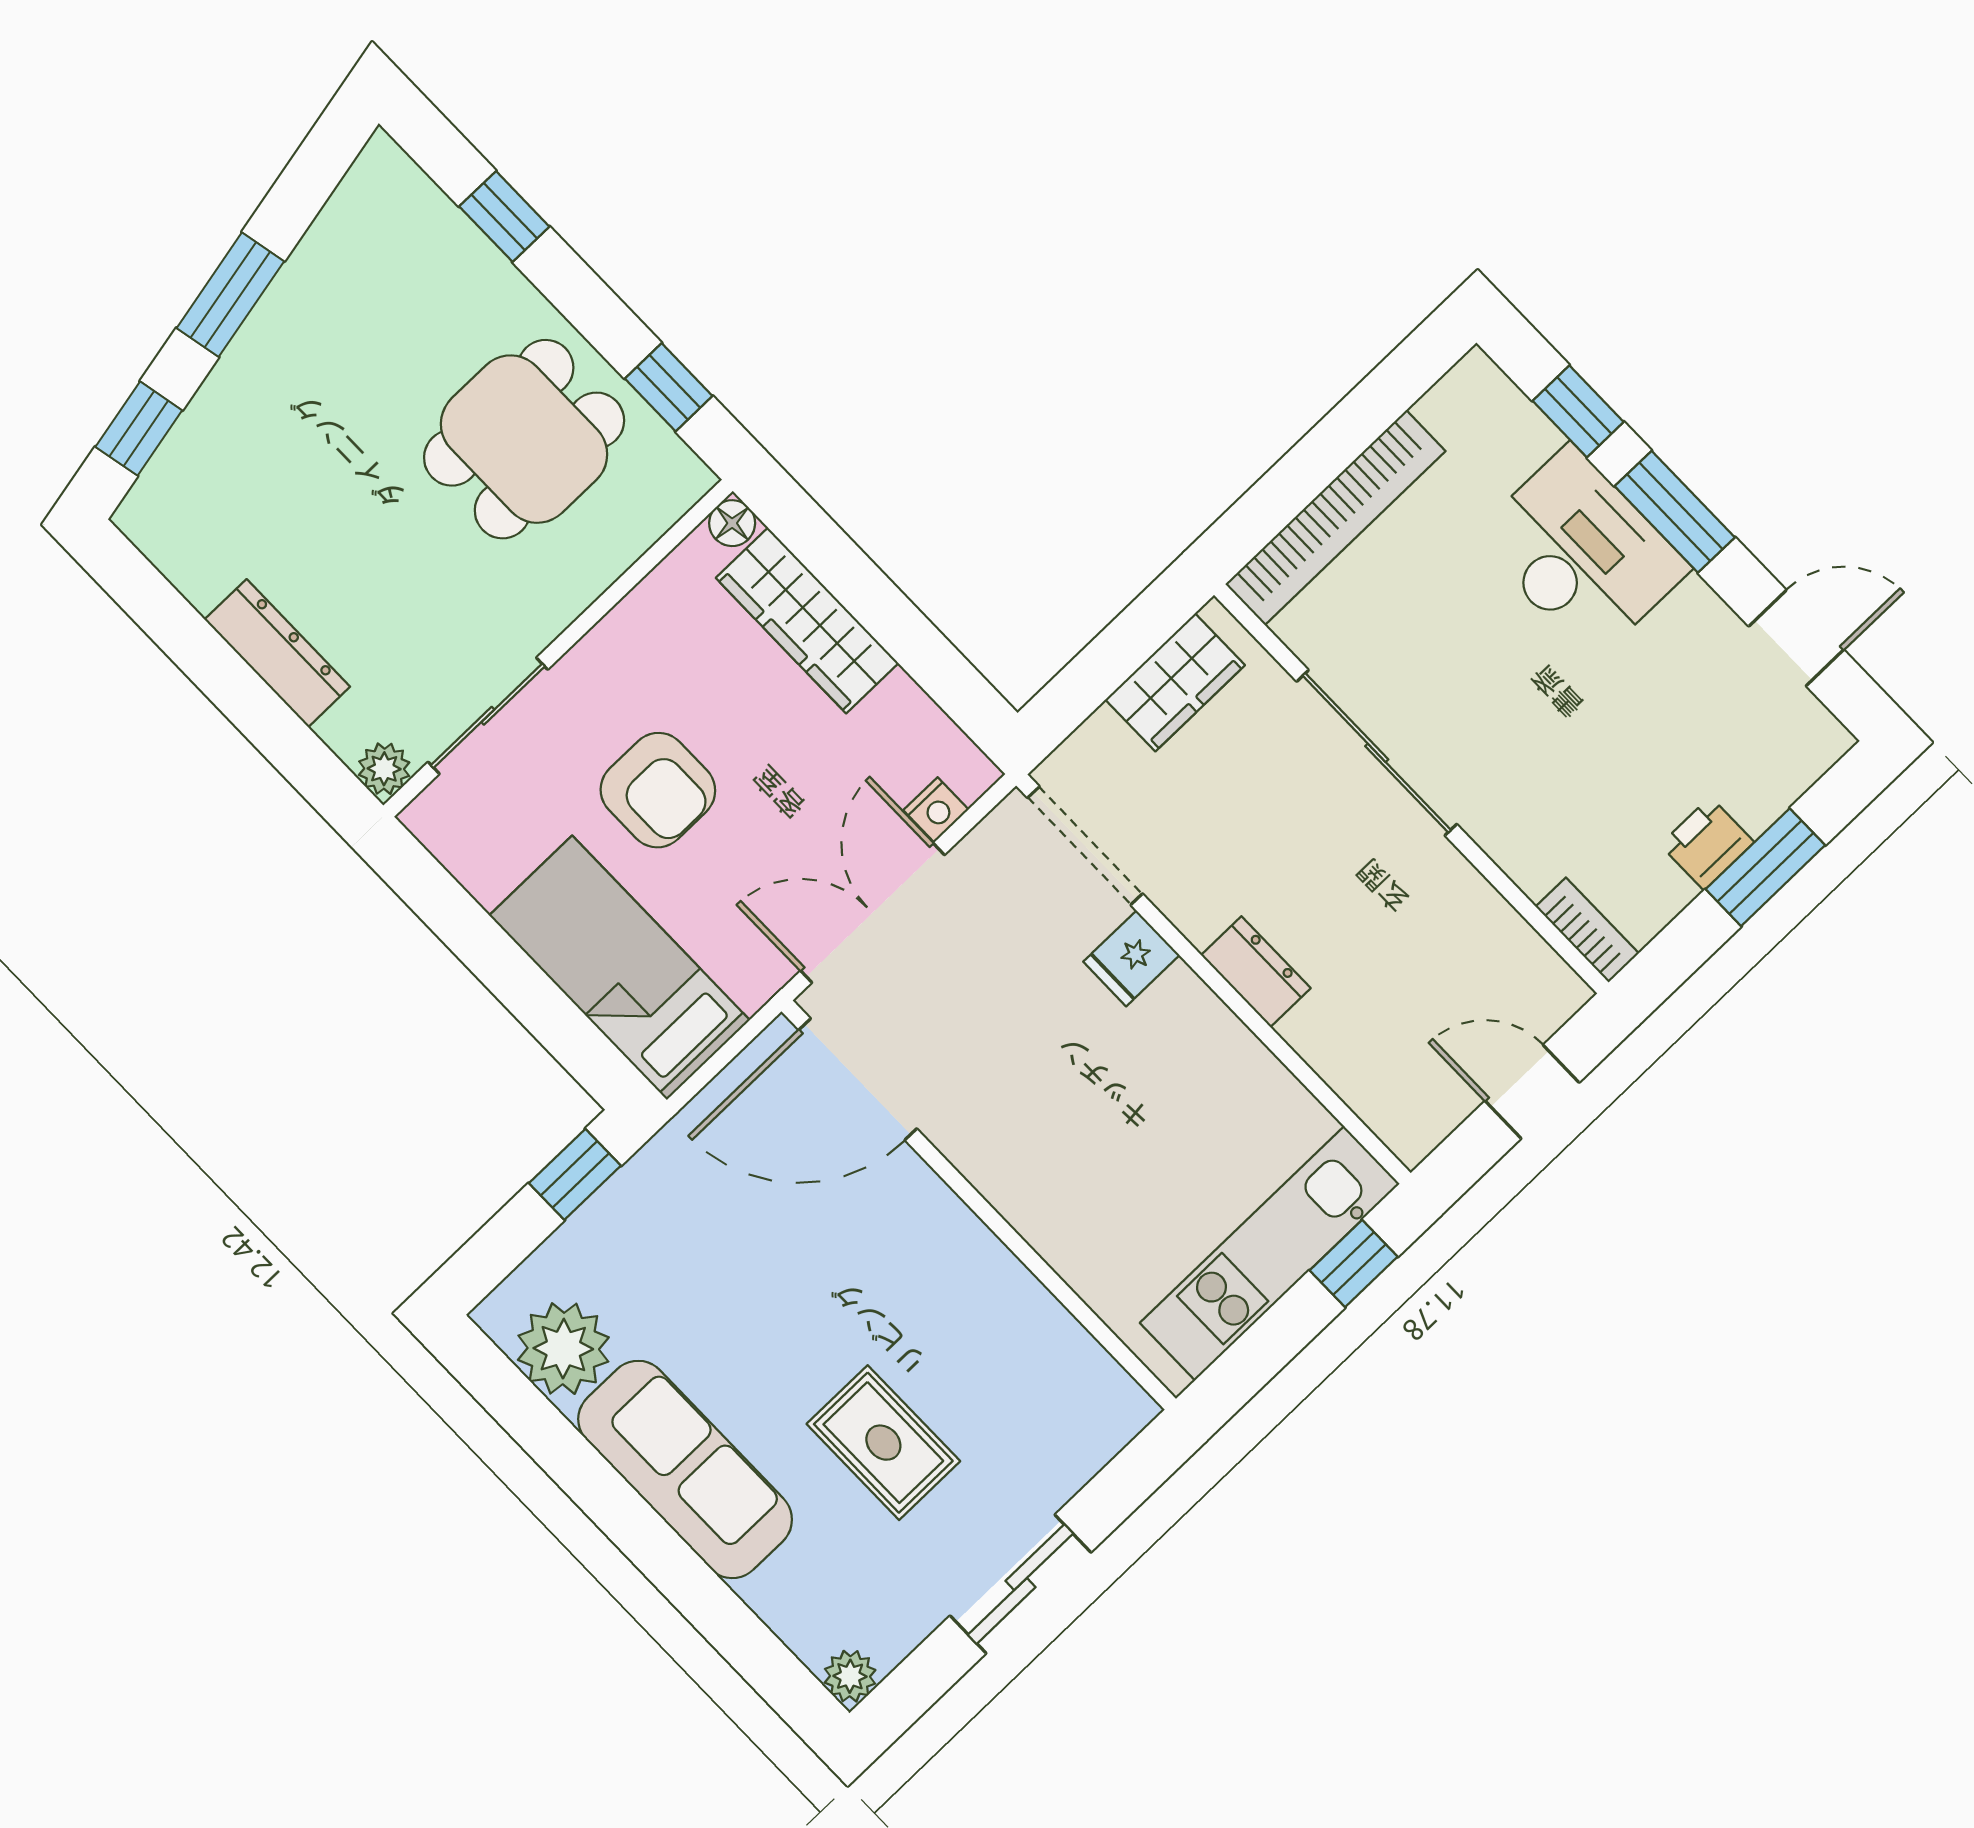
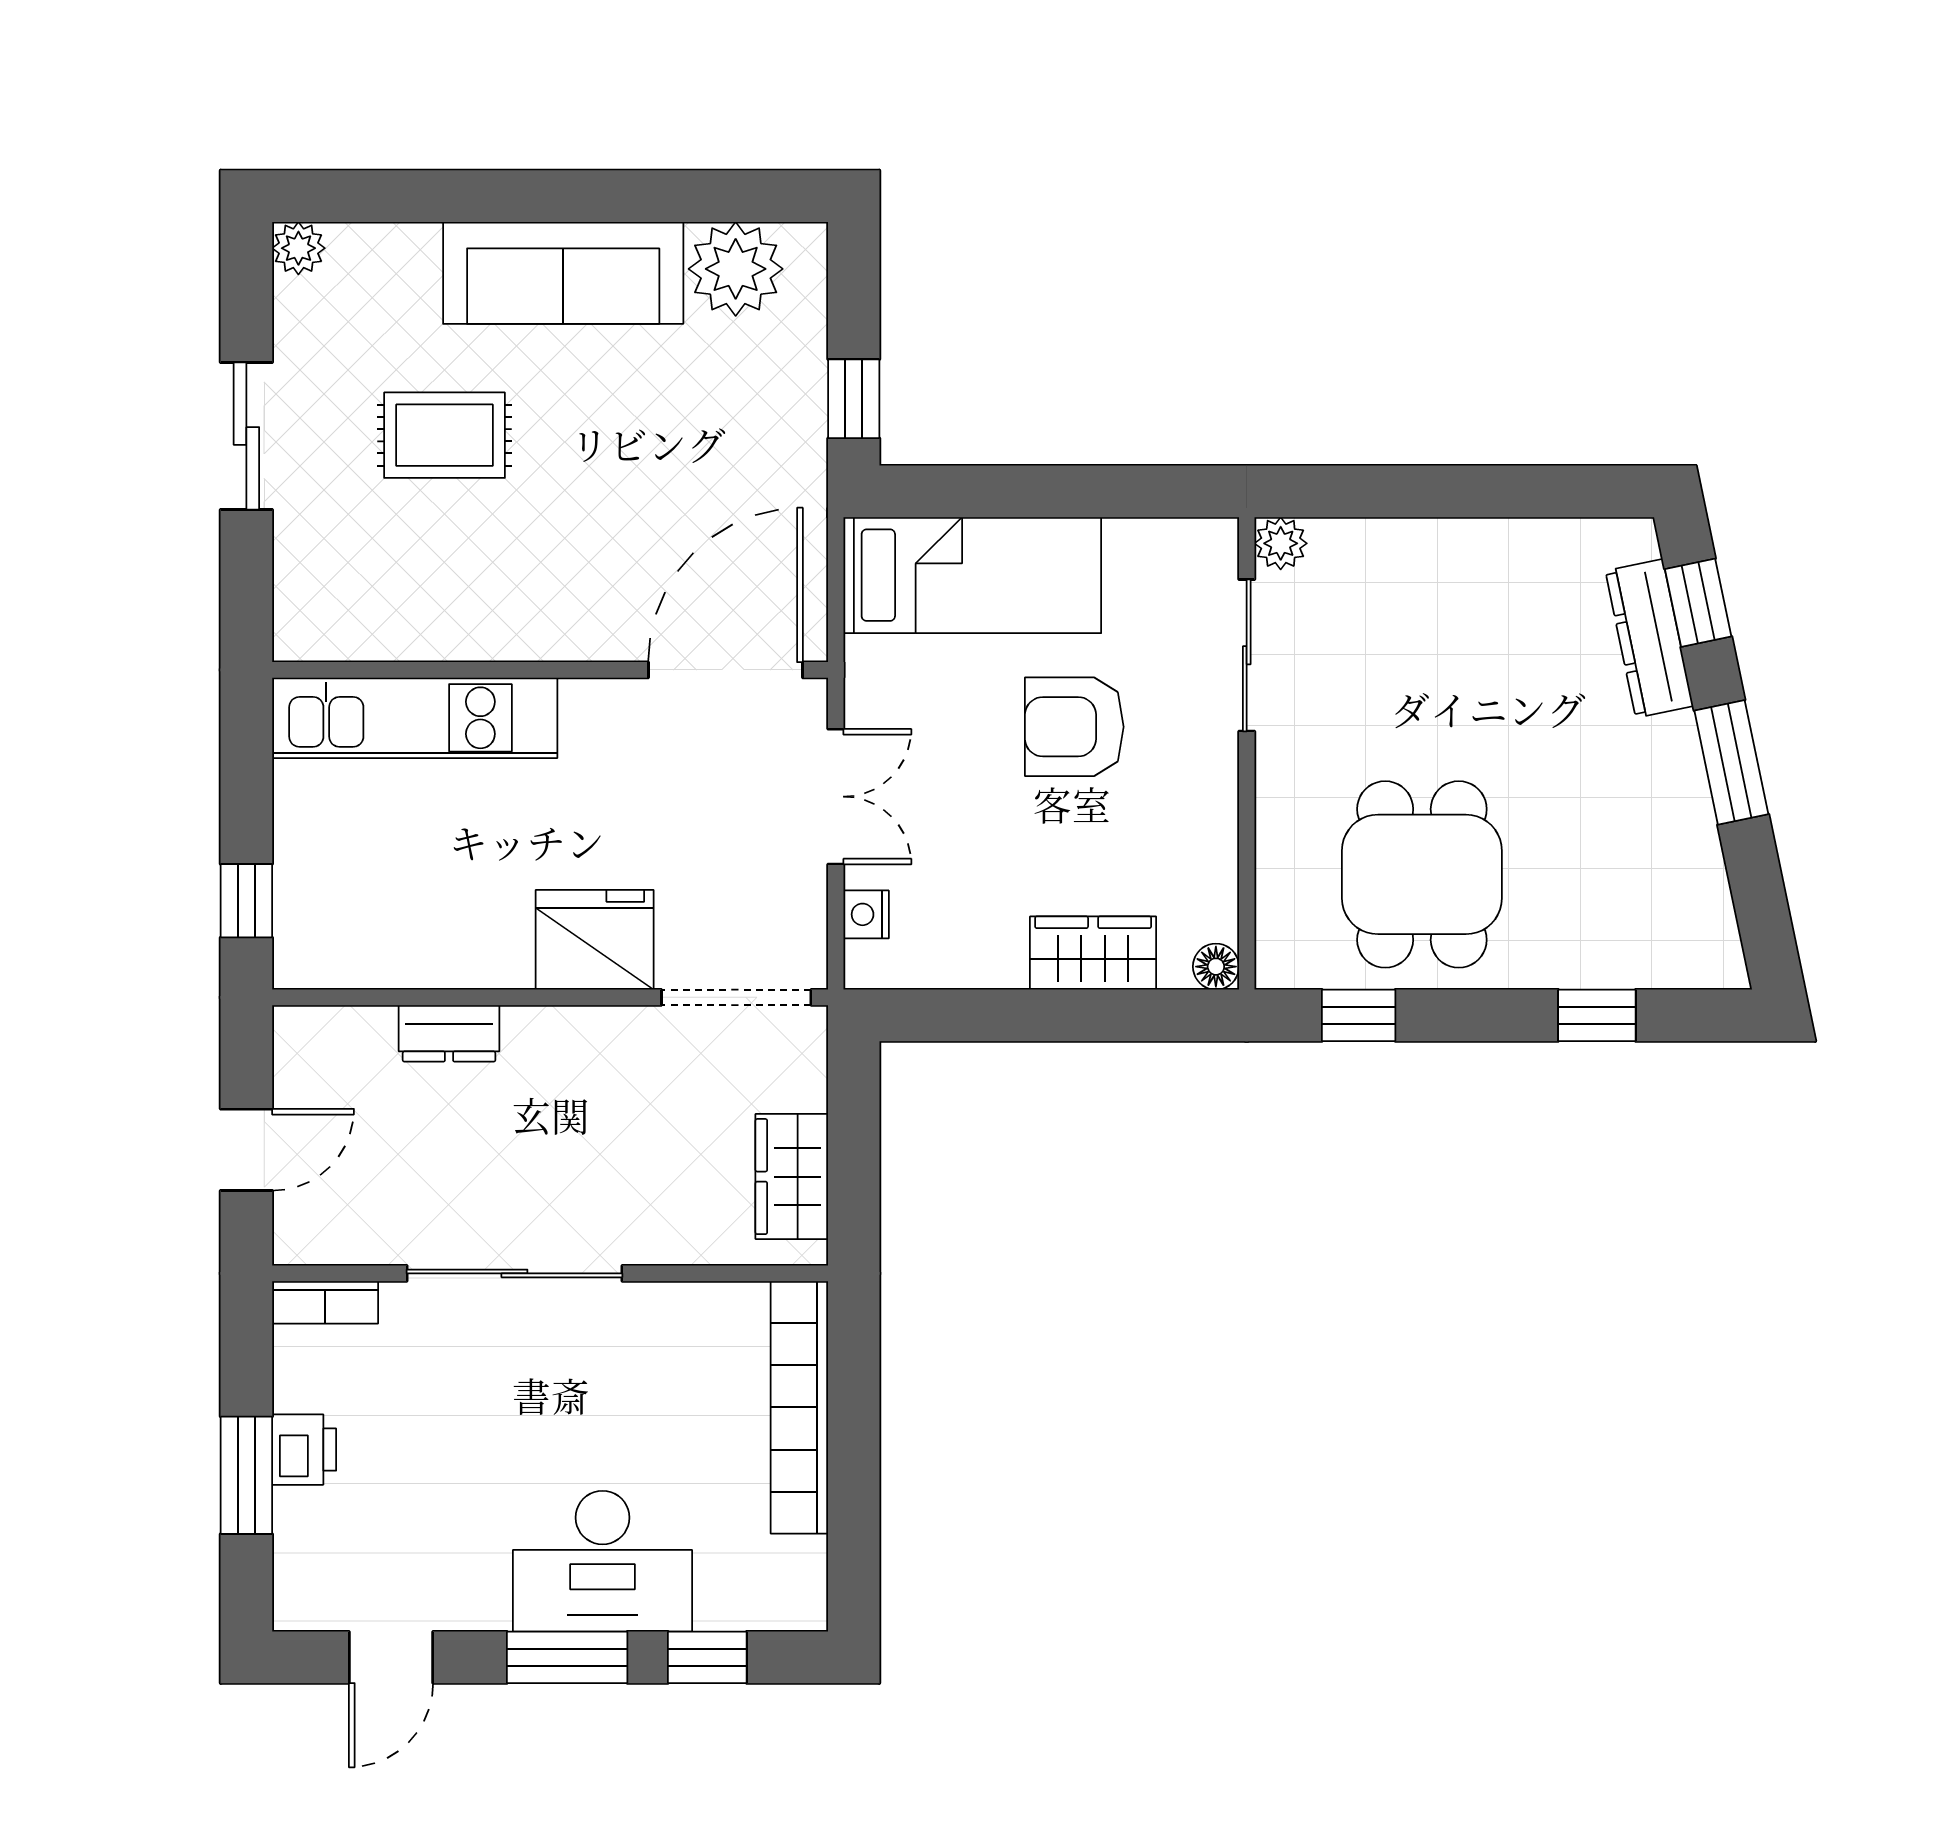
wardrobe: (807, 621) -> (1093, 953), width x0.67
dresser: (277, 653) -> (1649, 639), moved, turned 78
sliding door: (1377, 753) -> (514, 1273), moved
double door: (873, 913) -> (836, 797), width x0.73
fridge: (1131, 958) -> (595, 940), width x1.88, depth x1.34
dresser: (1256, 972) -> (449, 1033), moved
kitchen unit: (1270, 1253) -> (415, 718), moved, turned 90

